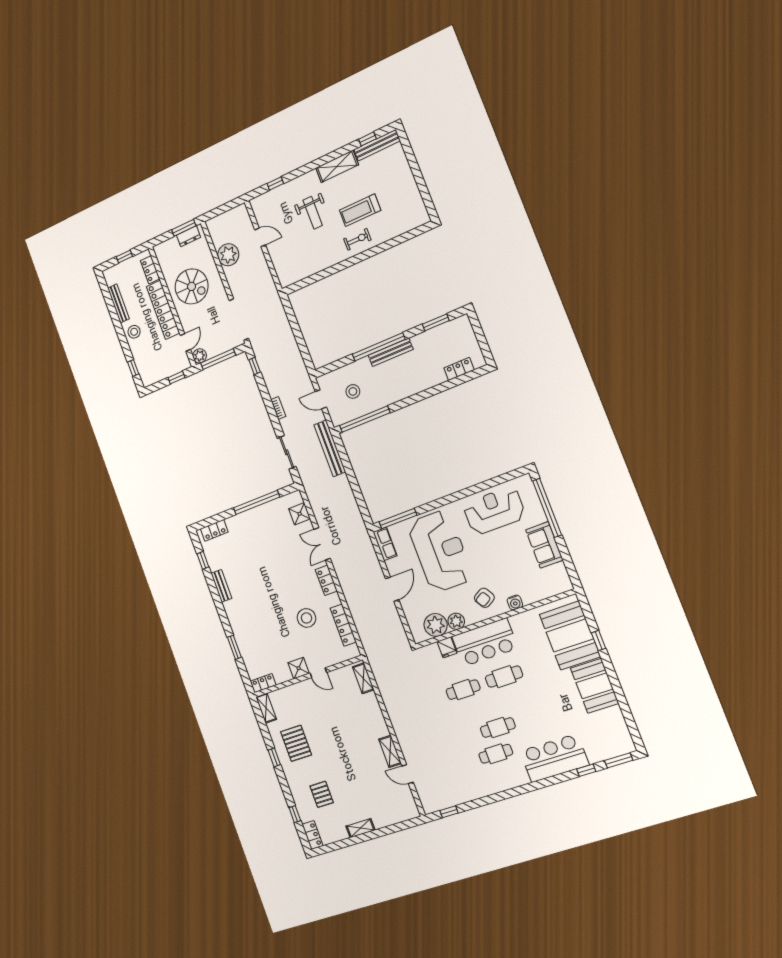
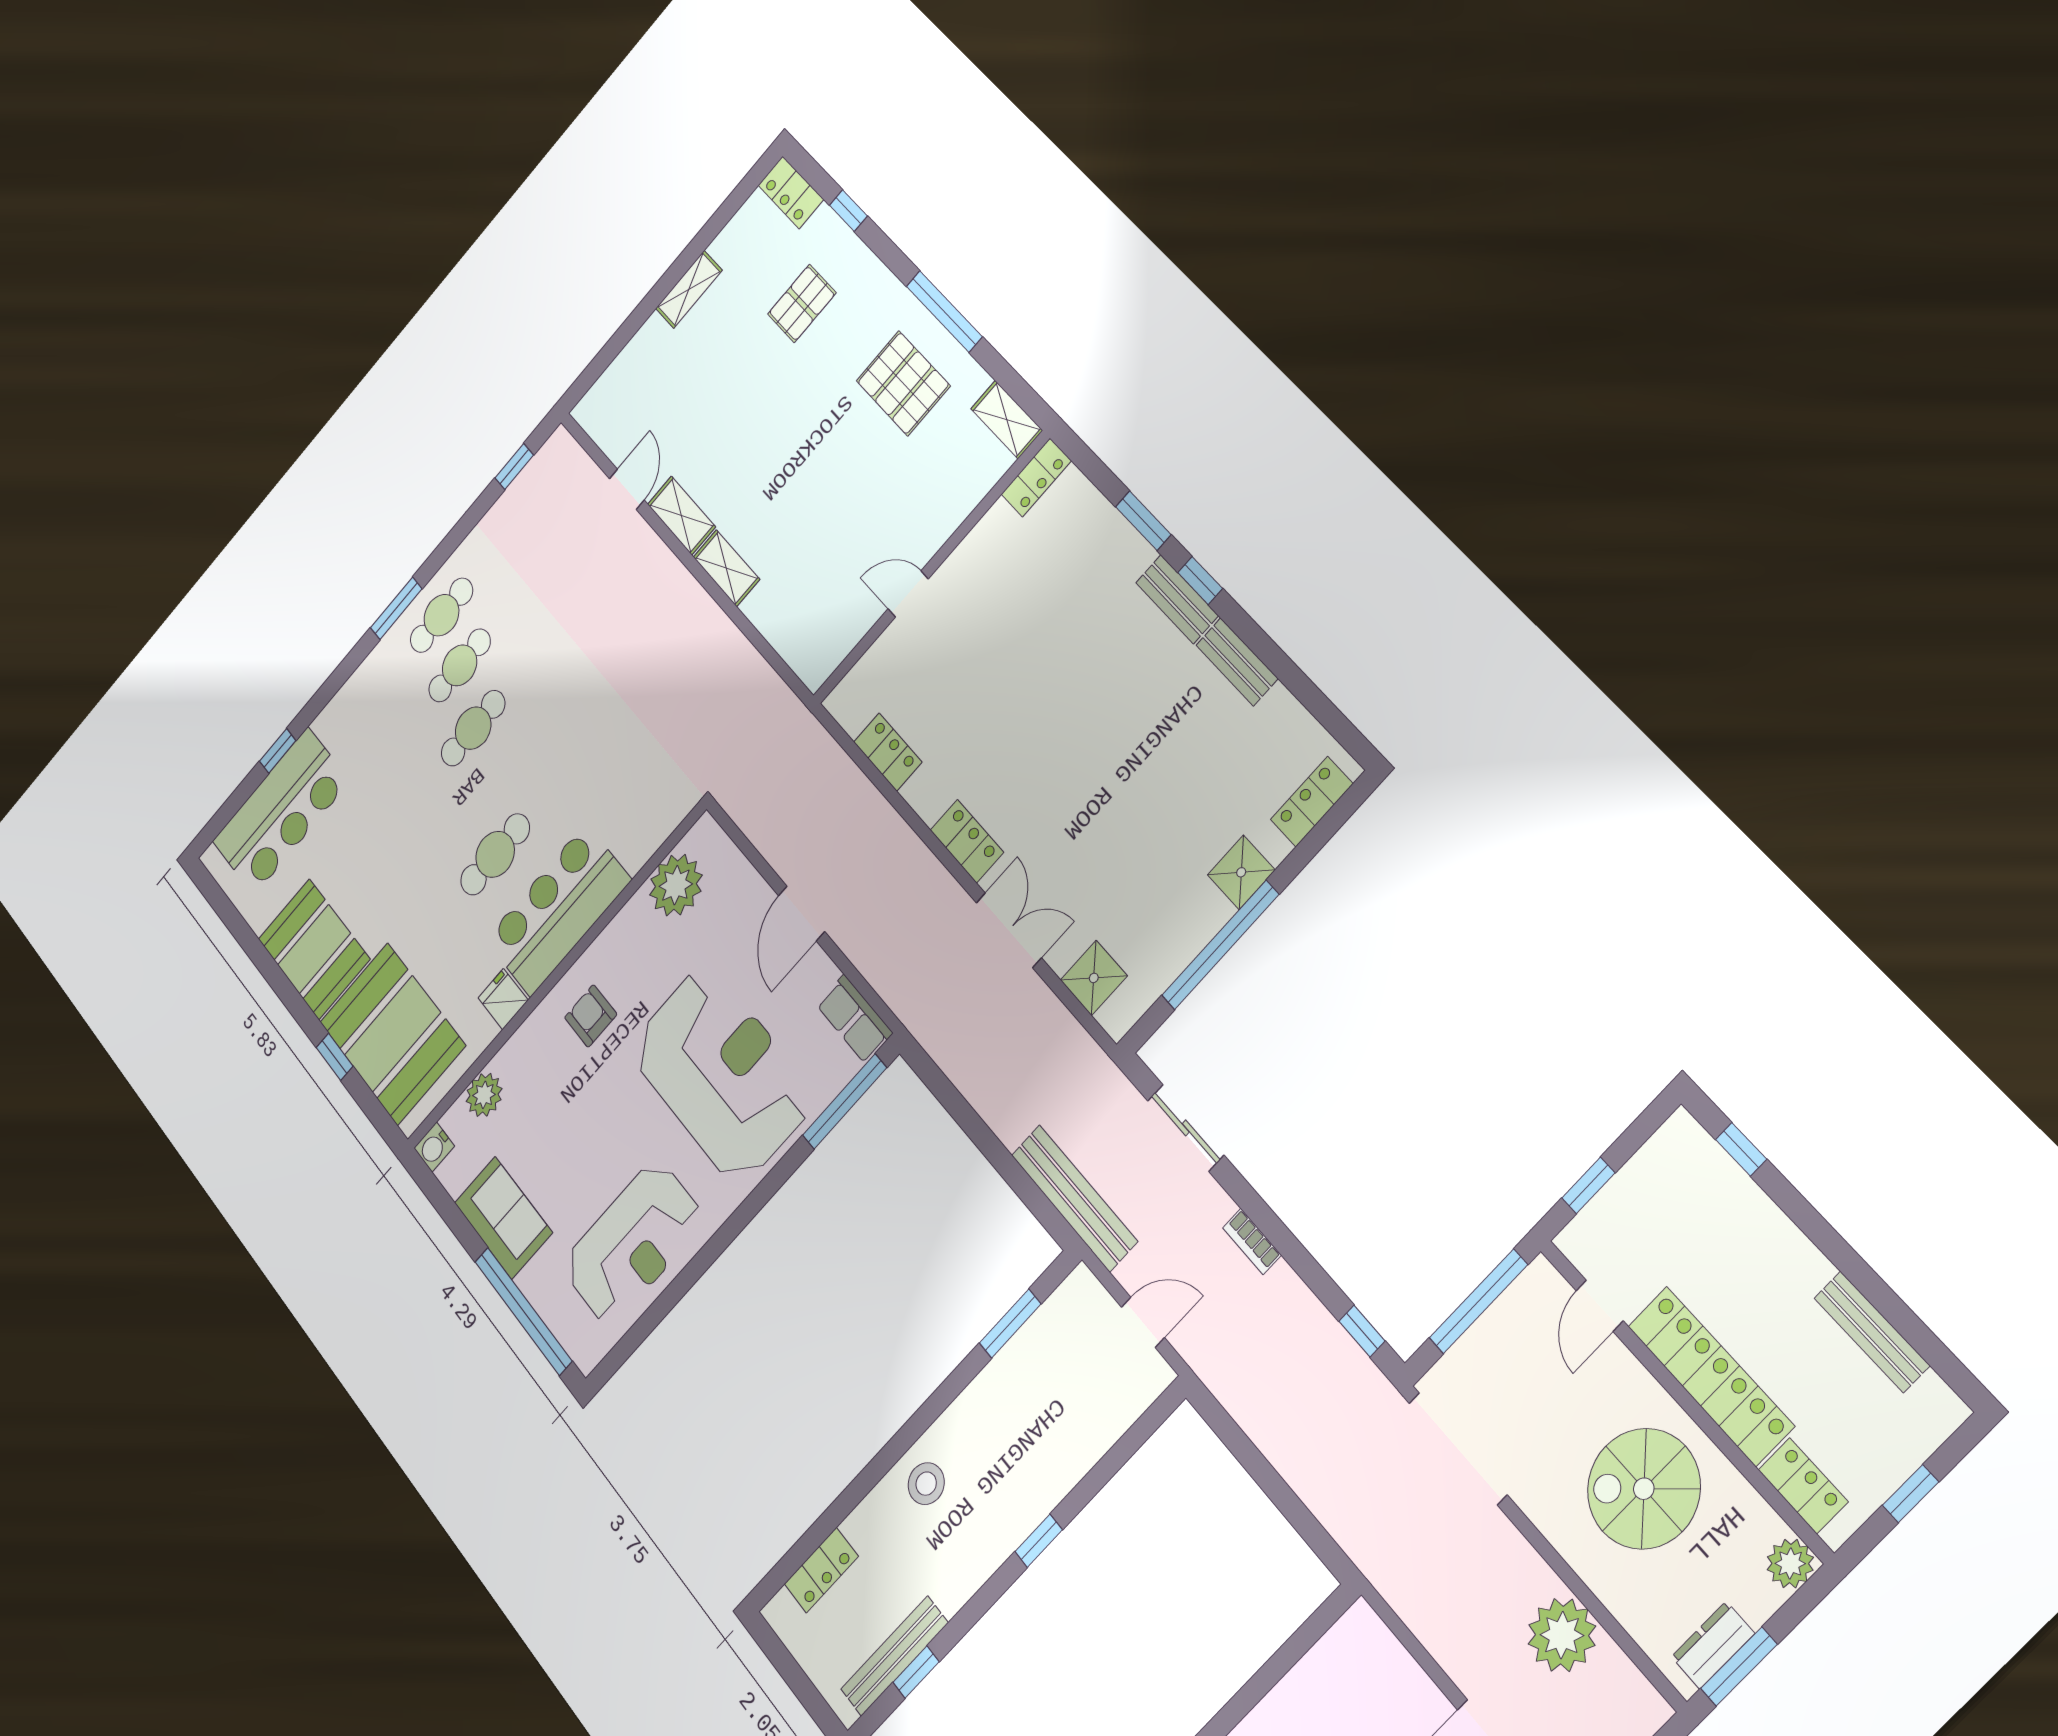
window: (436, 322) -> (916, 1672), width x0.67
stool: (134, 332) -> (1782, 1264), removed
window: (379, 347) -> (1039, 1541), width x0.32
bench: (391, 352) -> (894, 1656), moved
plant: (200, 356) -> (1790, 1564), moved
stool: (353, 391) -> (926, 1484), moved
window: (365, 419) -> (1010, 1324), width x0.47
reception desk: (440, 551) -> (722, 1074), turned 180
window: (203, 560) -> (1200, 581), moved
armchair: (484, 598) -> (591, 1016), turned -59
water cooler: (515, 603) -> (434, 1147), moved, turned -90
bench: (233, 616) -> (1177, 599), added
stool: (306, 618) -> (984, 714), removed
plant: (456, 621) -> (484, 1095), moved
locker: (343, 625) -> (888, 752), width x0.66
fridge: (447, 647) -> (503, 999), moved
shower: (299, 668) -> (1241, 872), moved
shelving: (363, 678) -> (726, 568), moved
cafe table: (463, 690) -> (442, 615), moved
window: (274, 757) -> (944, 311), width x2.17
bar counter: (554, 758) -> (281, 811), moved
window: (619, 760) -> (396, 608), moved
door: (408, 774) -> (627, 489), hinge flipped
pallet: (322, 794) -> (802, 303), turned 90

